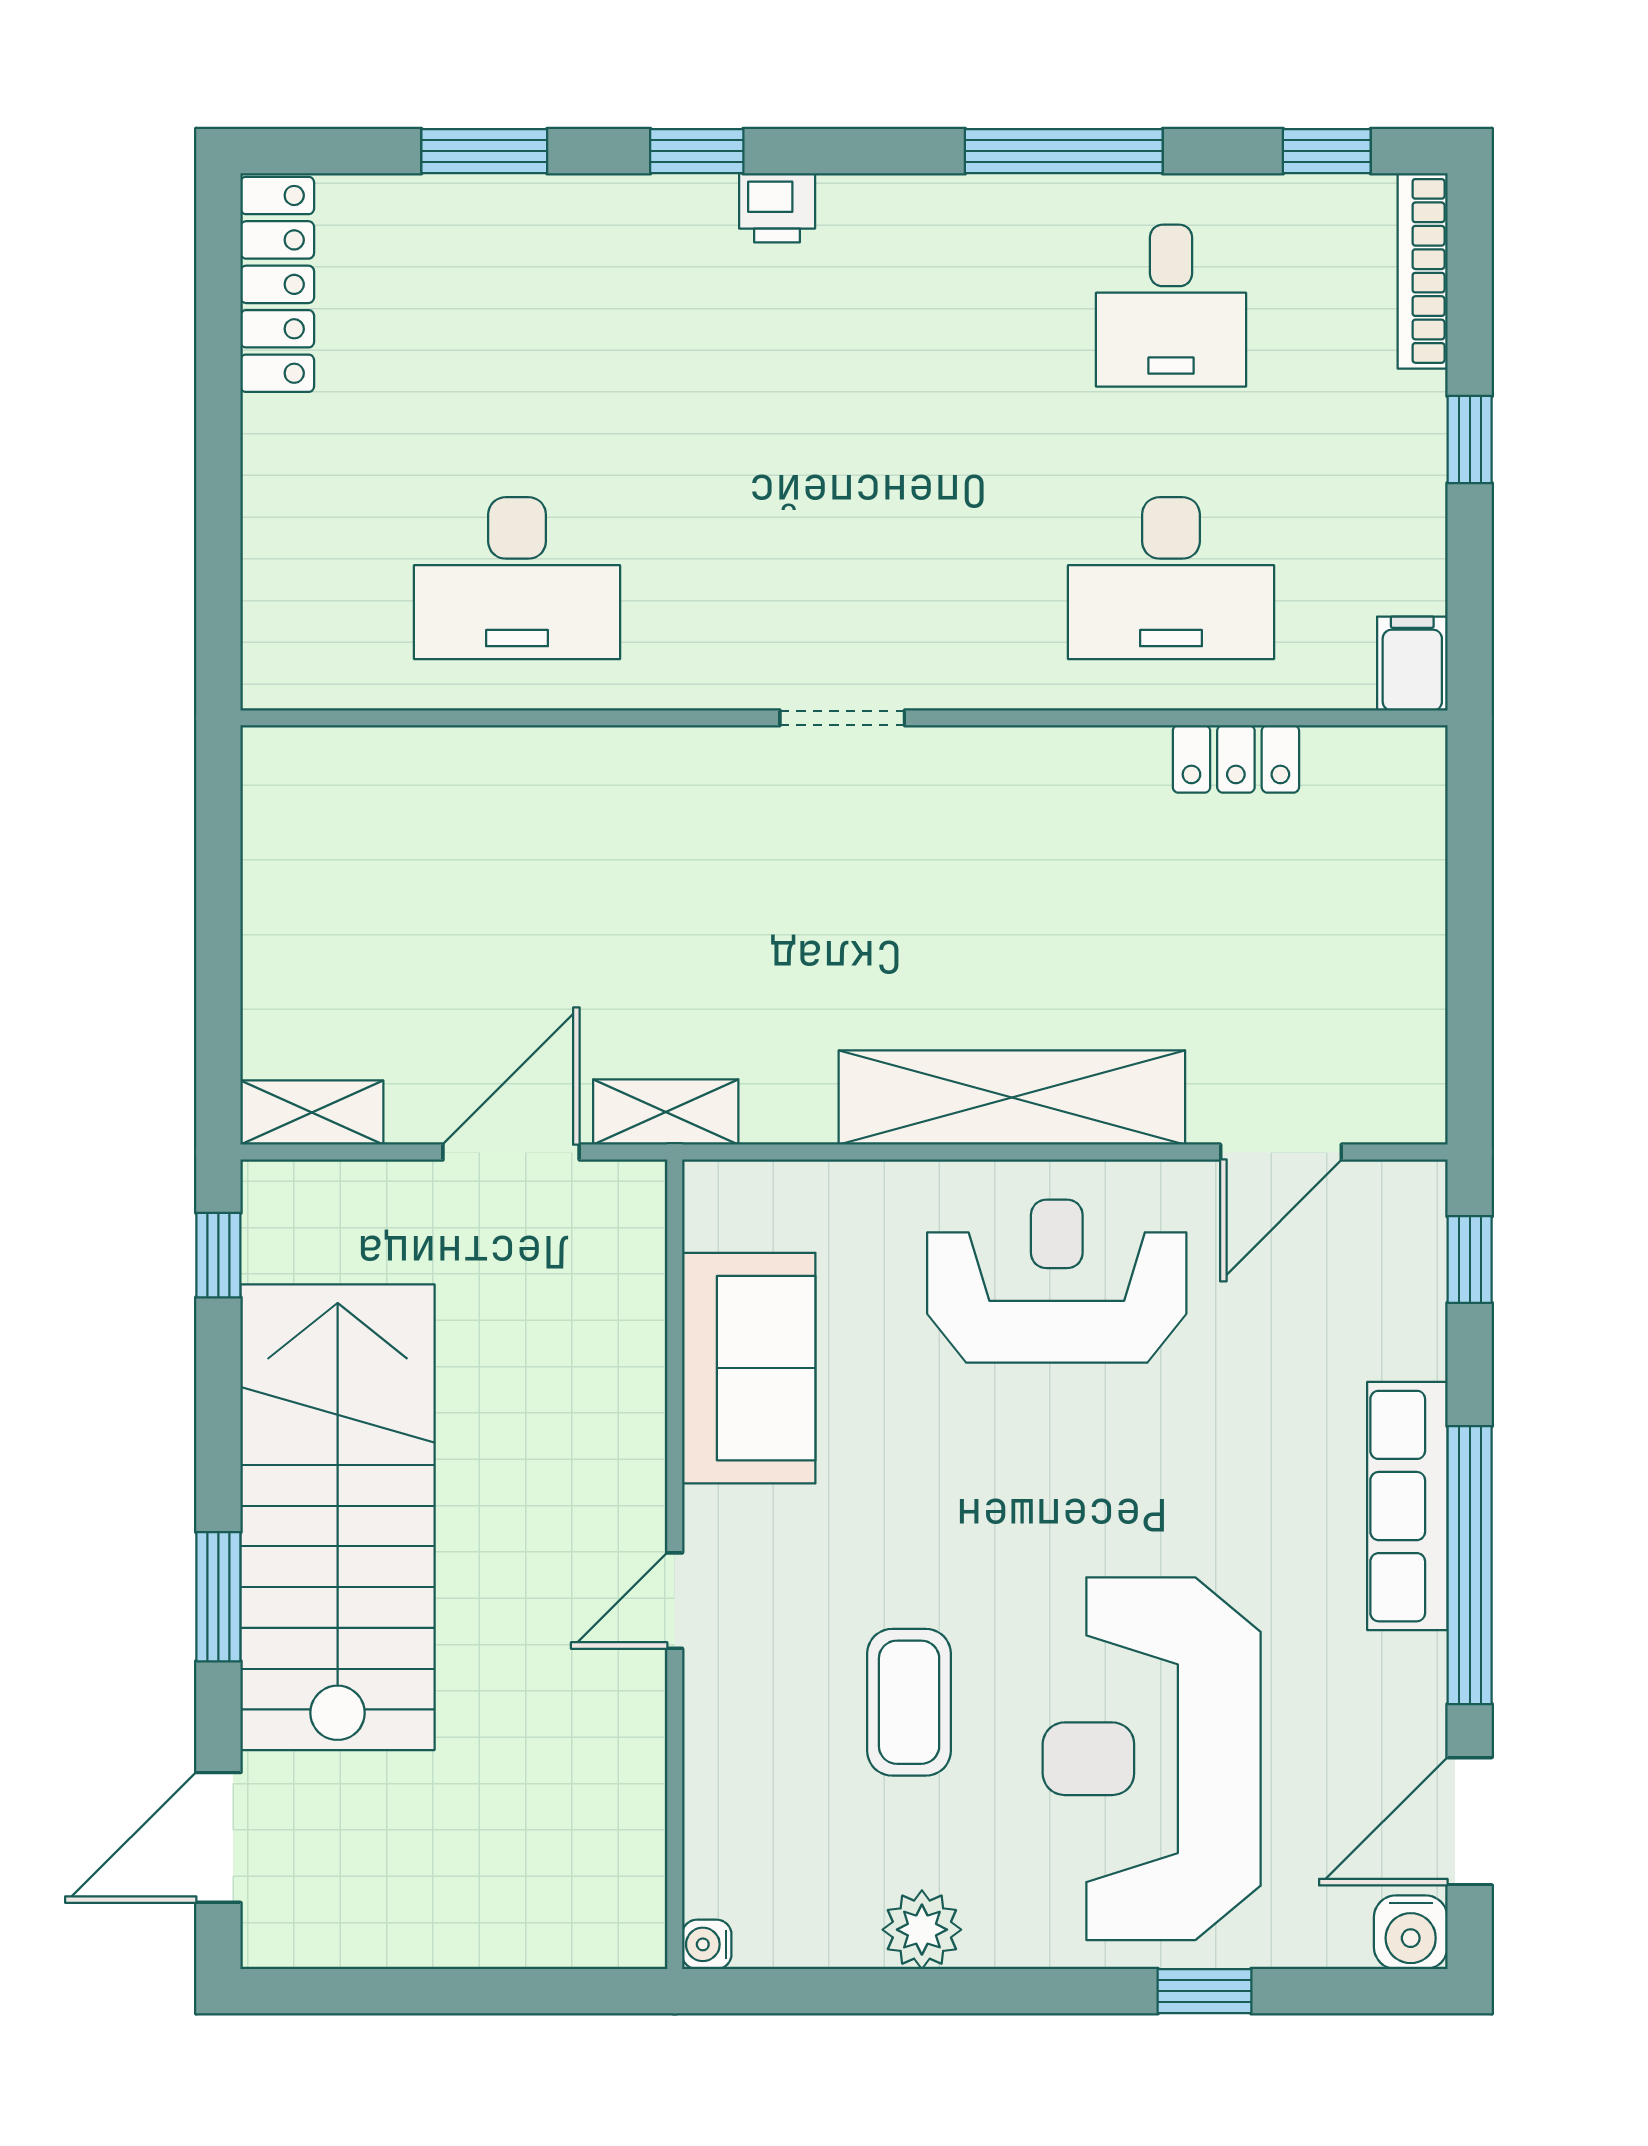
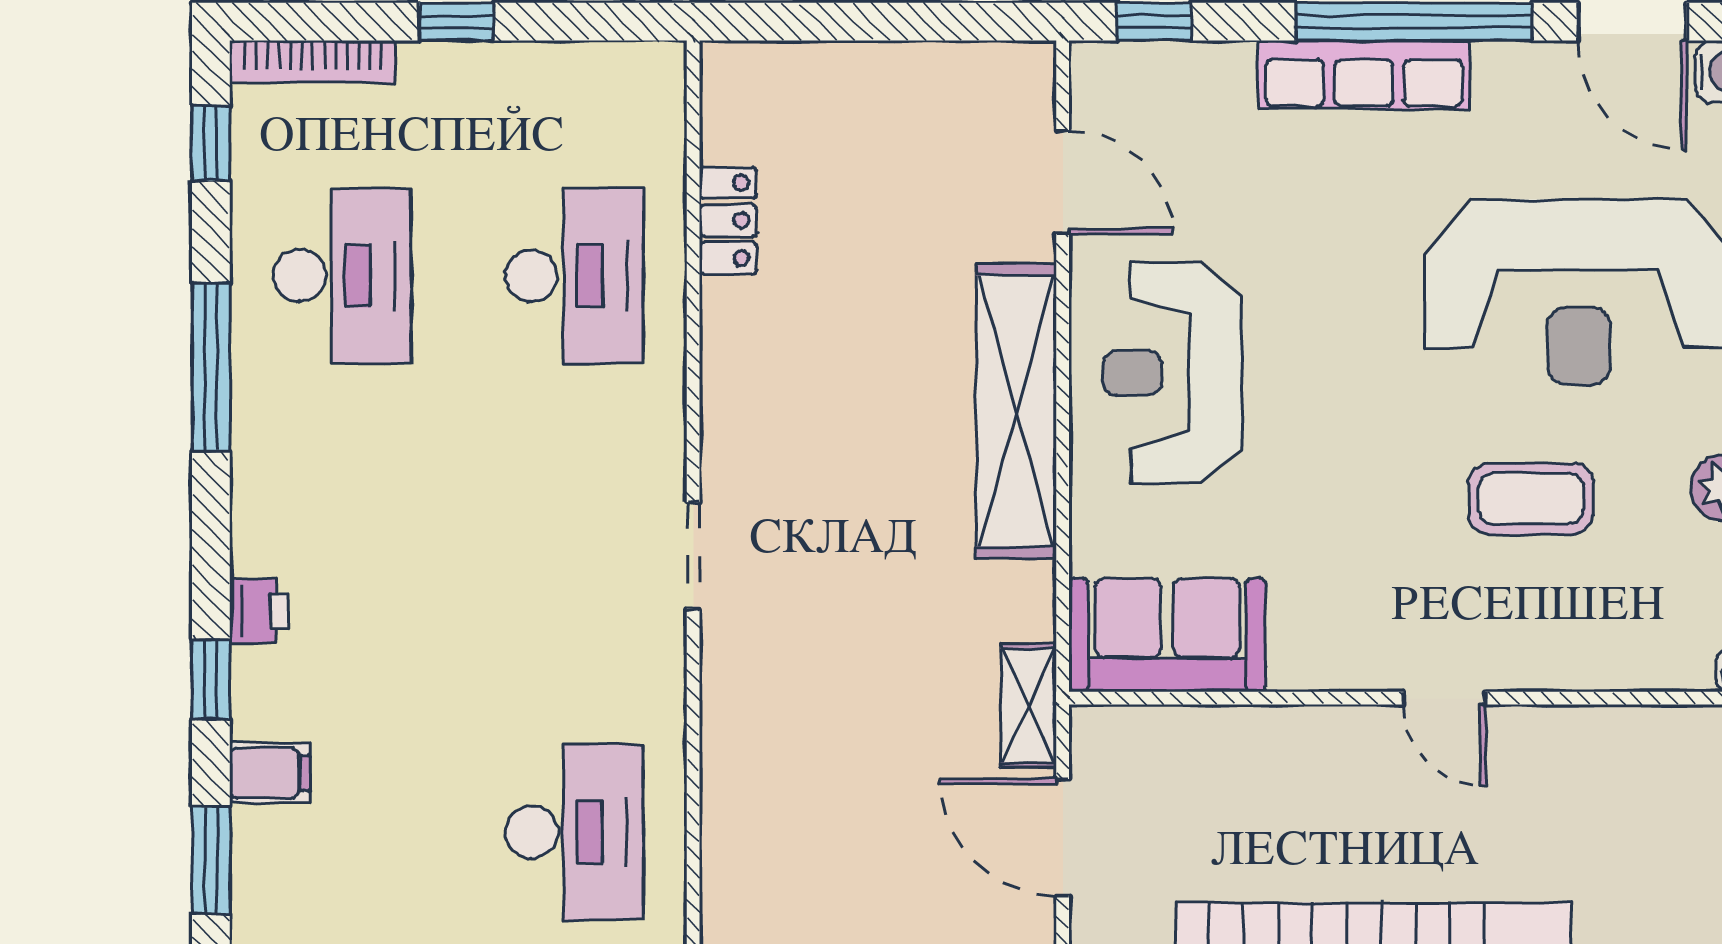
desk: (1171, 306) -> (342, 276), width x1.37
filing cabinet: (1412, 664) -> (270, 773), moved, turned 180
sofa: (749, 1368) -> (1167, 635), moved

